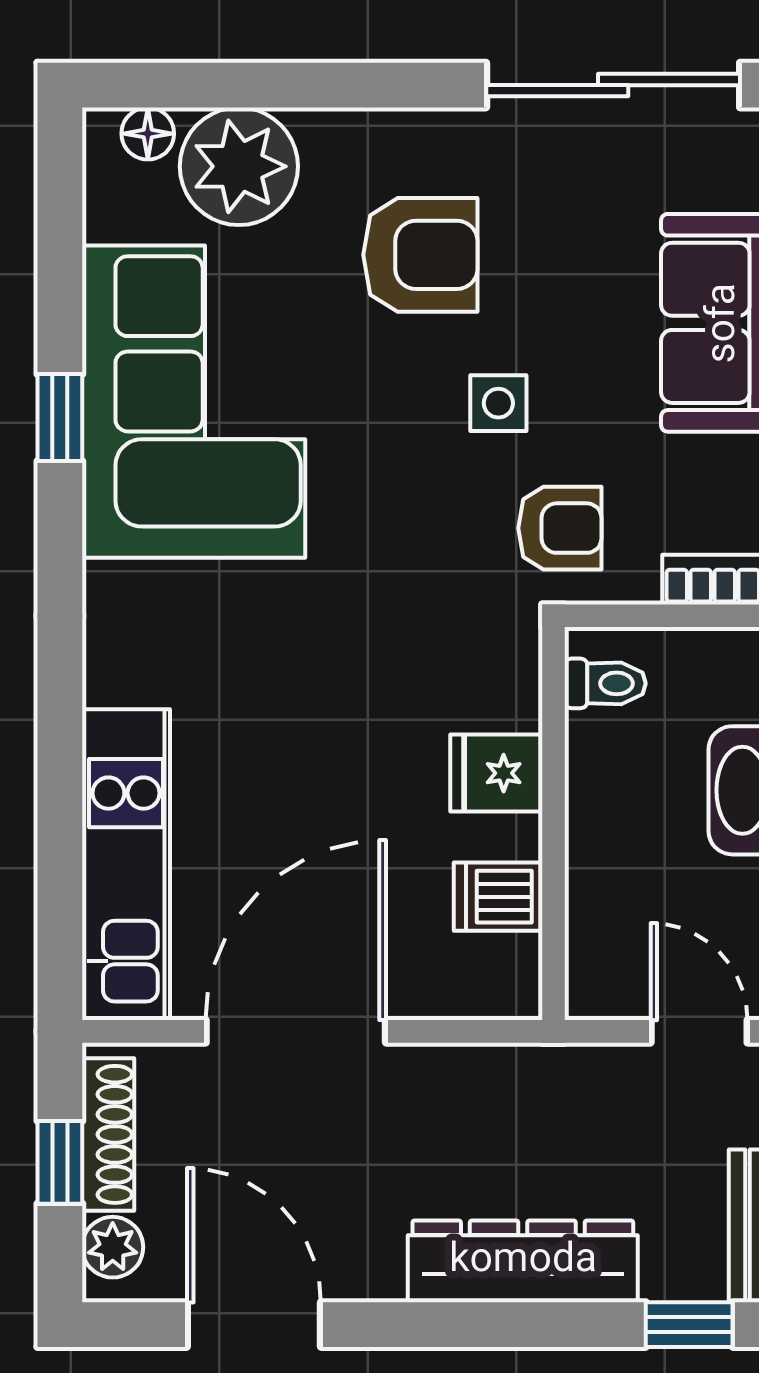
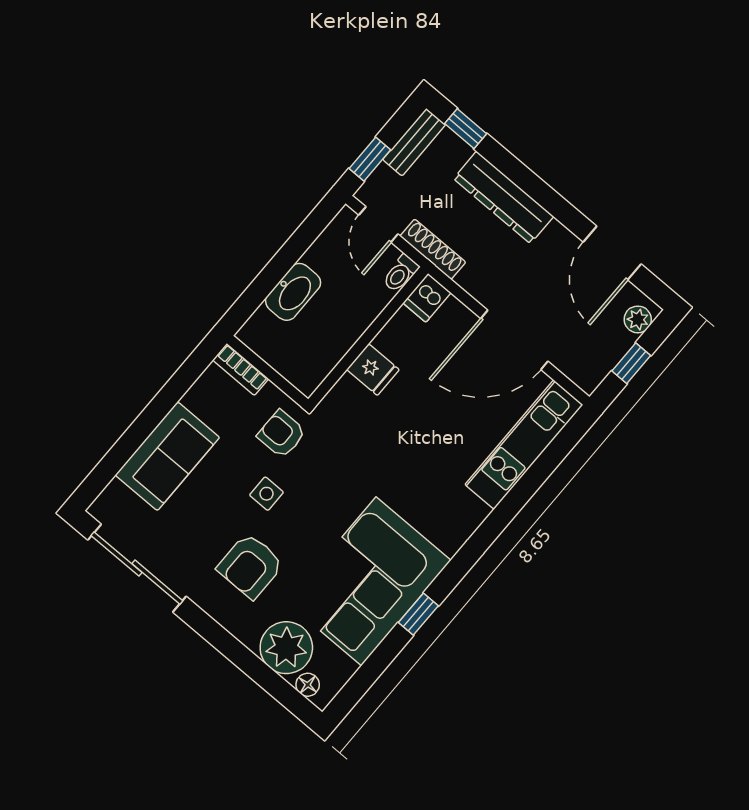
armchair: (420, 255) -> (250, 566), turned -90
toilet: (605, 683) -> (401, 273), moved, turned -90
dishwasher: (498, 897) -> (427, 298), moved, turned 90
shoe rack: (108, 1134) -> (433, 249), moved, turned 90

